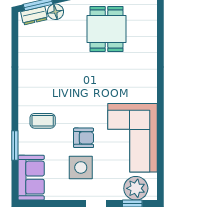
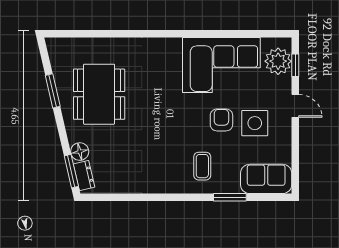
dining table: (107, 29) -> (99, 94), width x1.38

